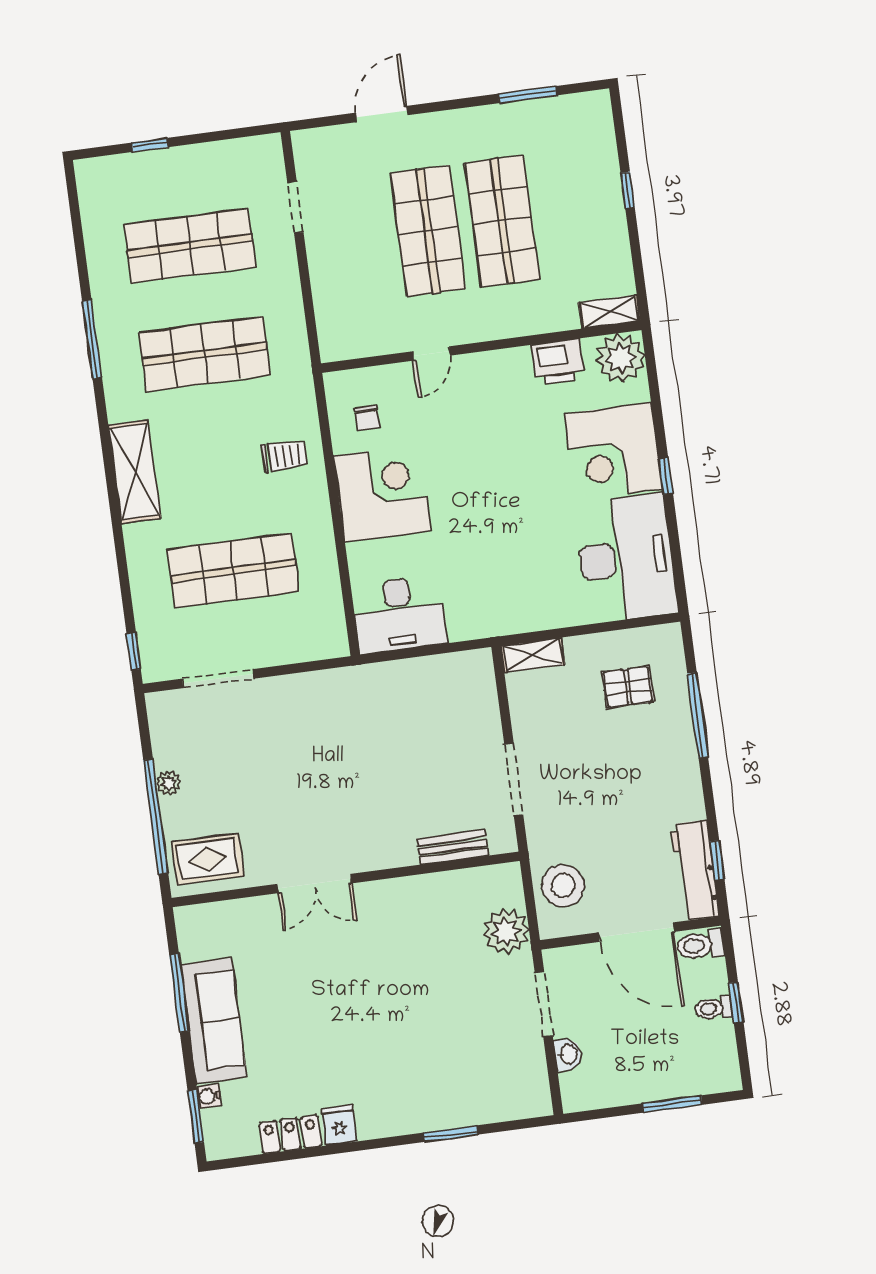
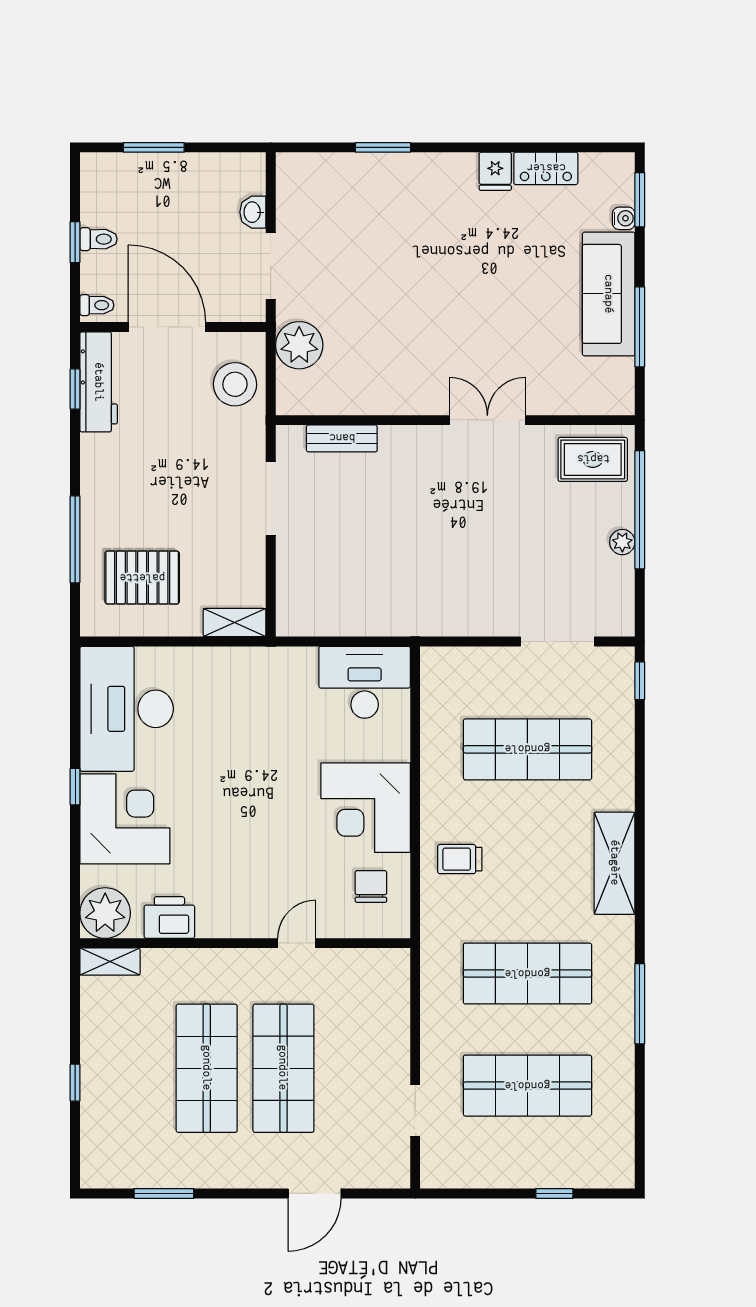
chair: (367, 418) -> (371, 886), width x1.37, depth x1.37
pallet: (628, 687) -> (142, 578), width x1.50, depth x1.42
toilet: (700, 945) -> (97, 305), width x0.73, depth x0.72

